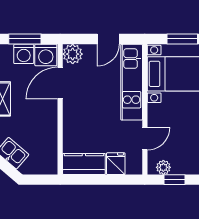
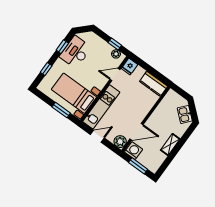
washing machine: (24, 54) -> (144, 159), removed
fridge: (116, 164) -> (129, 67), moved

